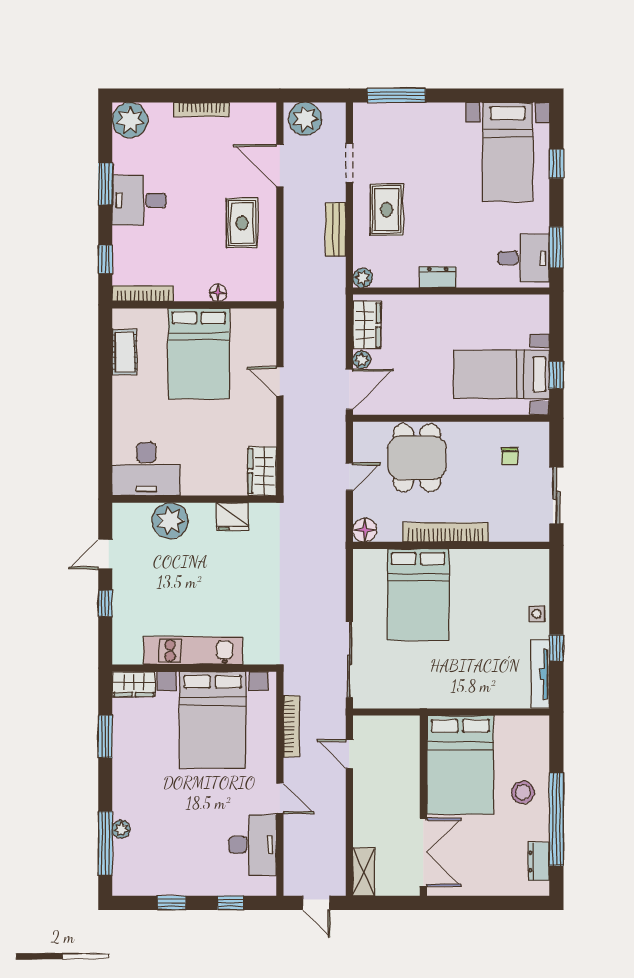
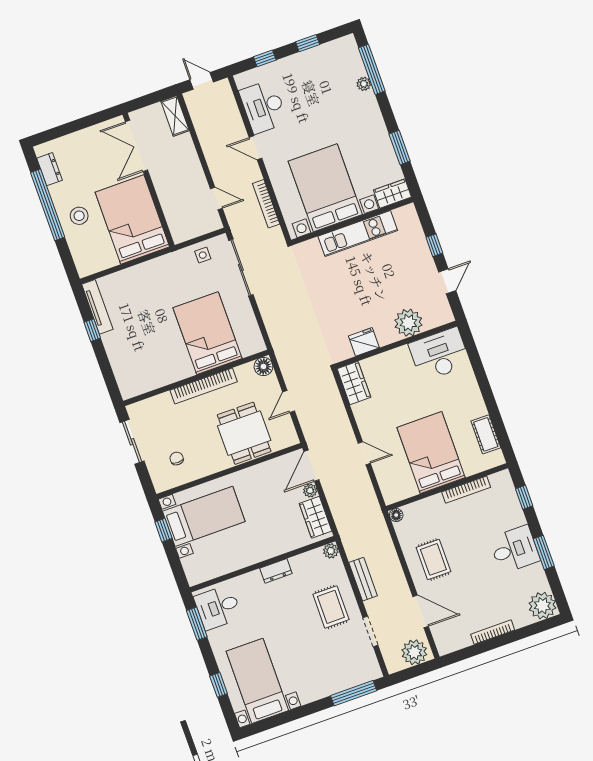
floor lamp: (218, 293) -> (396, 515), moved
bookcase: (143, 294) -> (466, 490), moved
side table: (537, 614) -> (203, 255), moved

